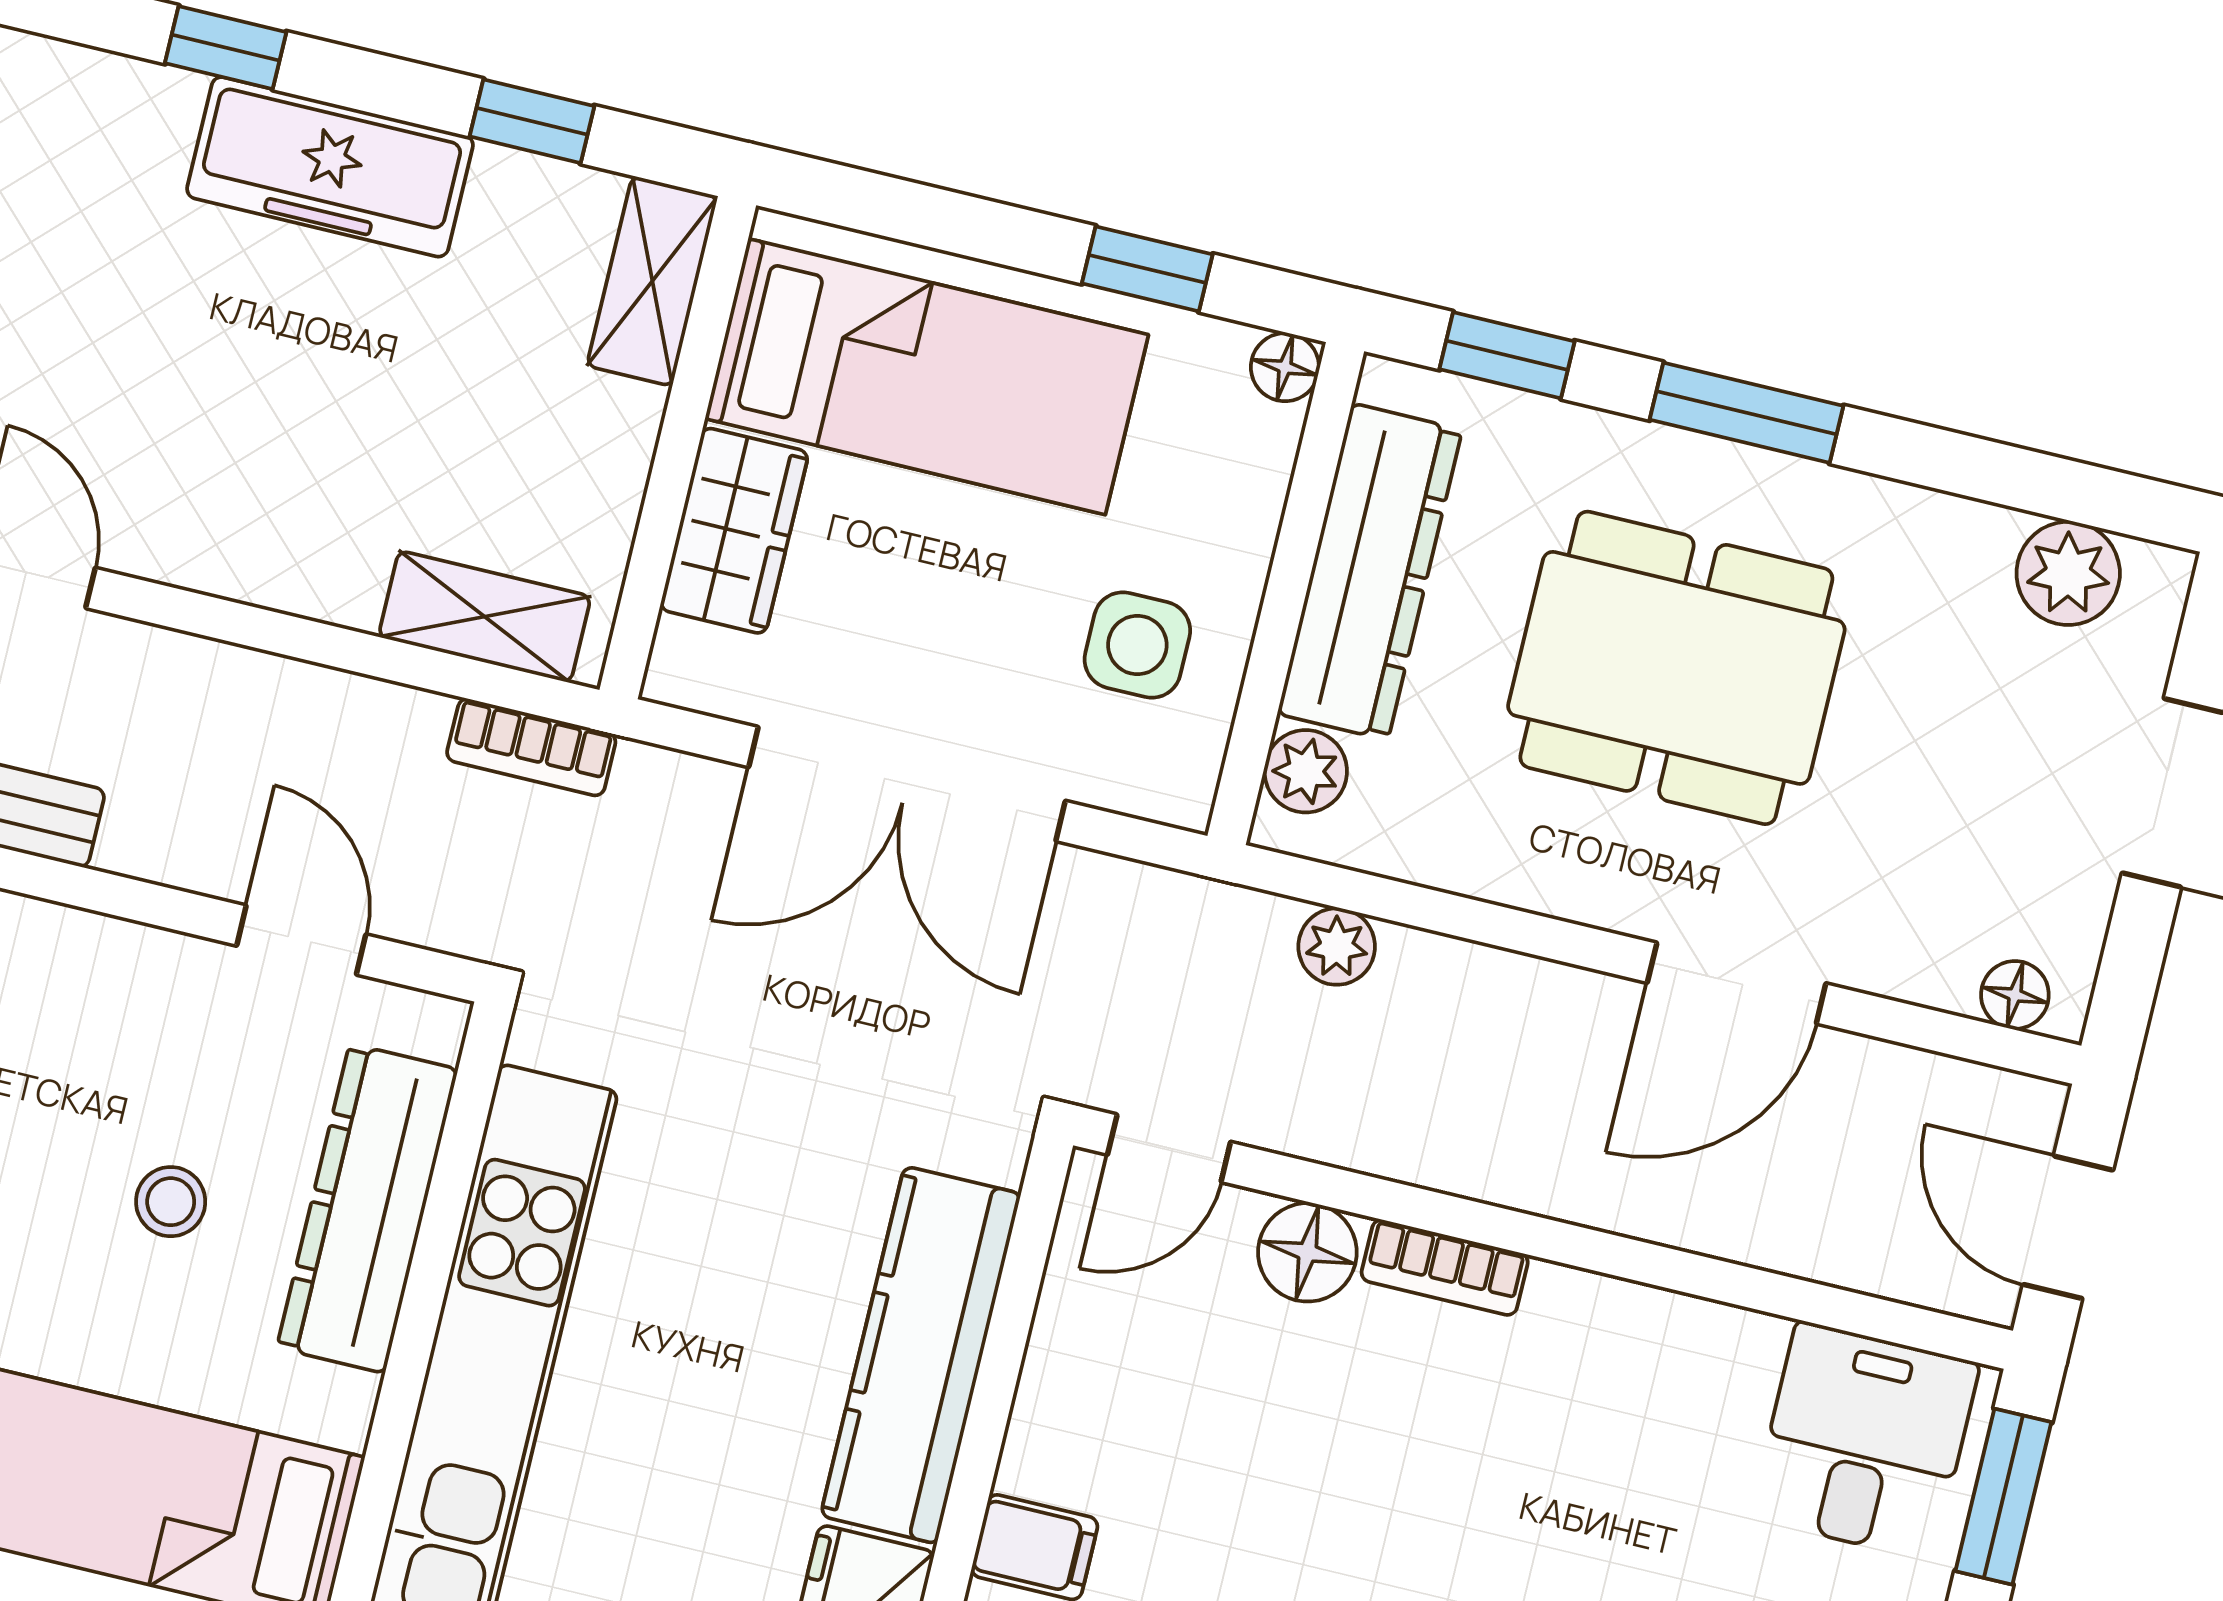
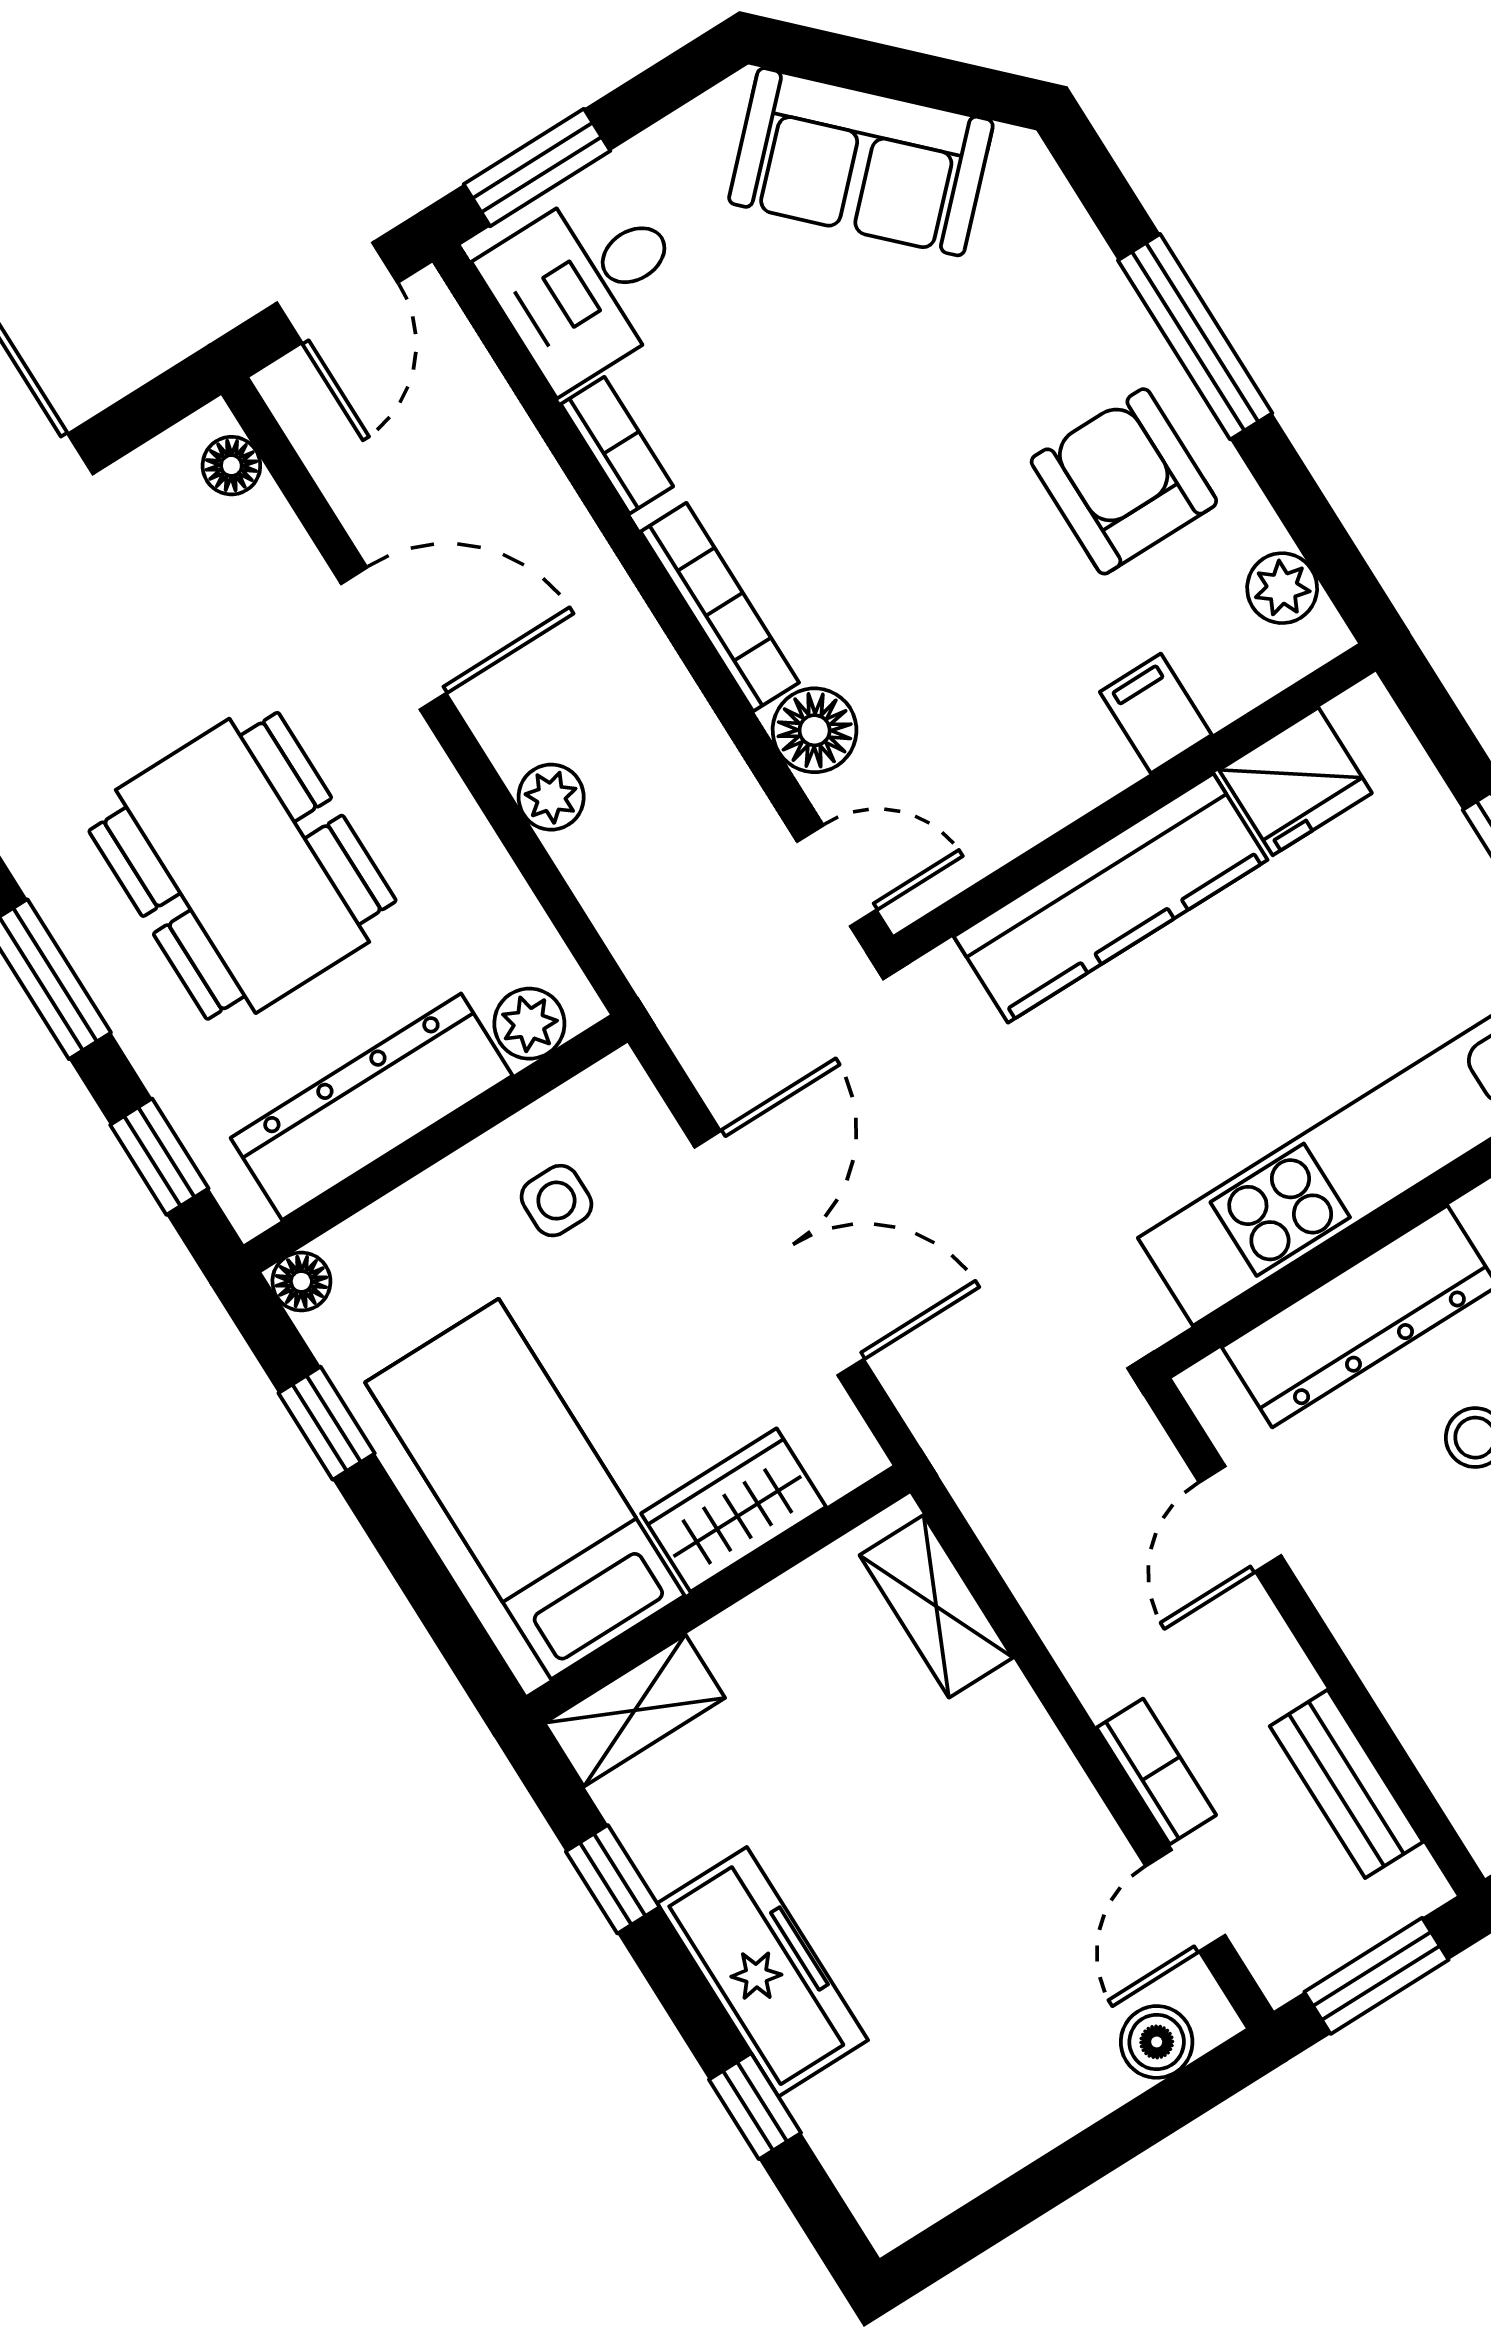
side table: (1137, 645) -> (556, 1201), width x0.73, depth x0.73
bookcase: (531, 747) -> (1156, 1771), moved
plant: (1337, 947) -> (551, 797), moved
bookcase: (1445, 1267) -> (720, 607), width x1.56
bookcase: (1708, 1329) -> (617, 445), added

